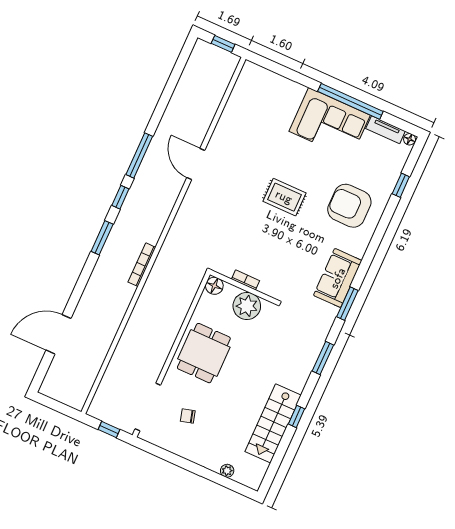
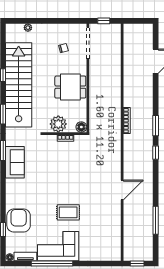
window: (139, 155) -> (156, 220), moved
door: (196, 164) -> (122, 190), hinge flipped
rug: (284, 197) -> (68, 212), moved
armchair: (349, 206) -> (19, 221), moved, turned -90
dining table: (204, 353) -> (70, 87), turned 90
stairs: (273, 423) -> (19, 85), width x1.86, depth x1.51

